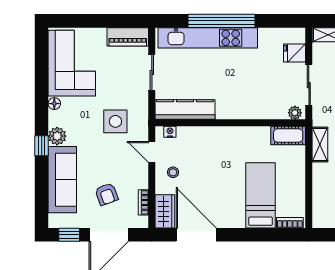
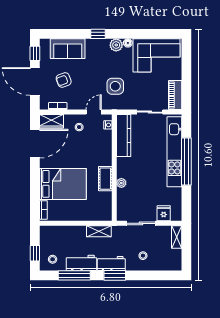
plant: (295, 113) -> (121, 183), moved
plant: (57, 136) -> (116, 45), moved
cot: (288, 136) -> (105, 179), moved
sofa: (62, 180) -> (68, 49), width x0.73
bed: (261, 195) -> (63, 184), width x1.50

